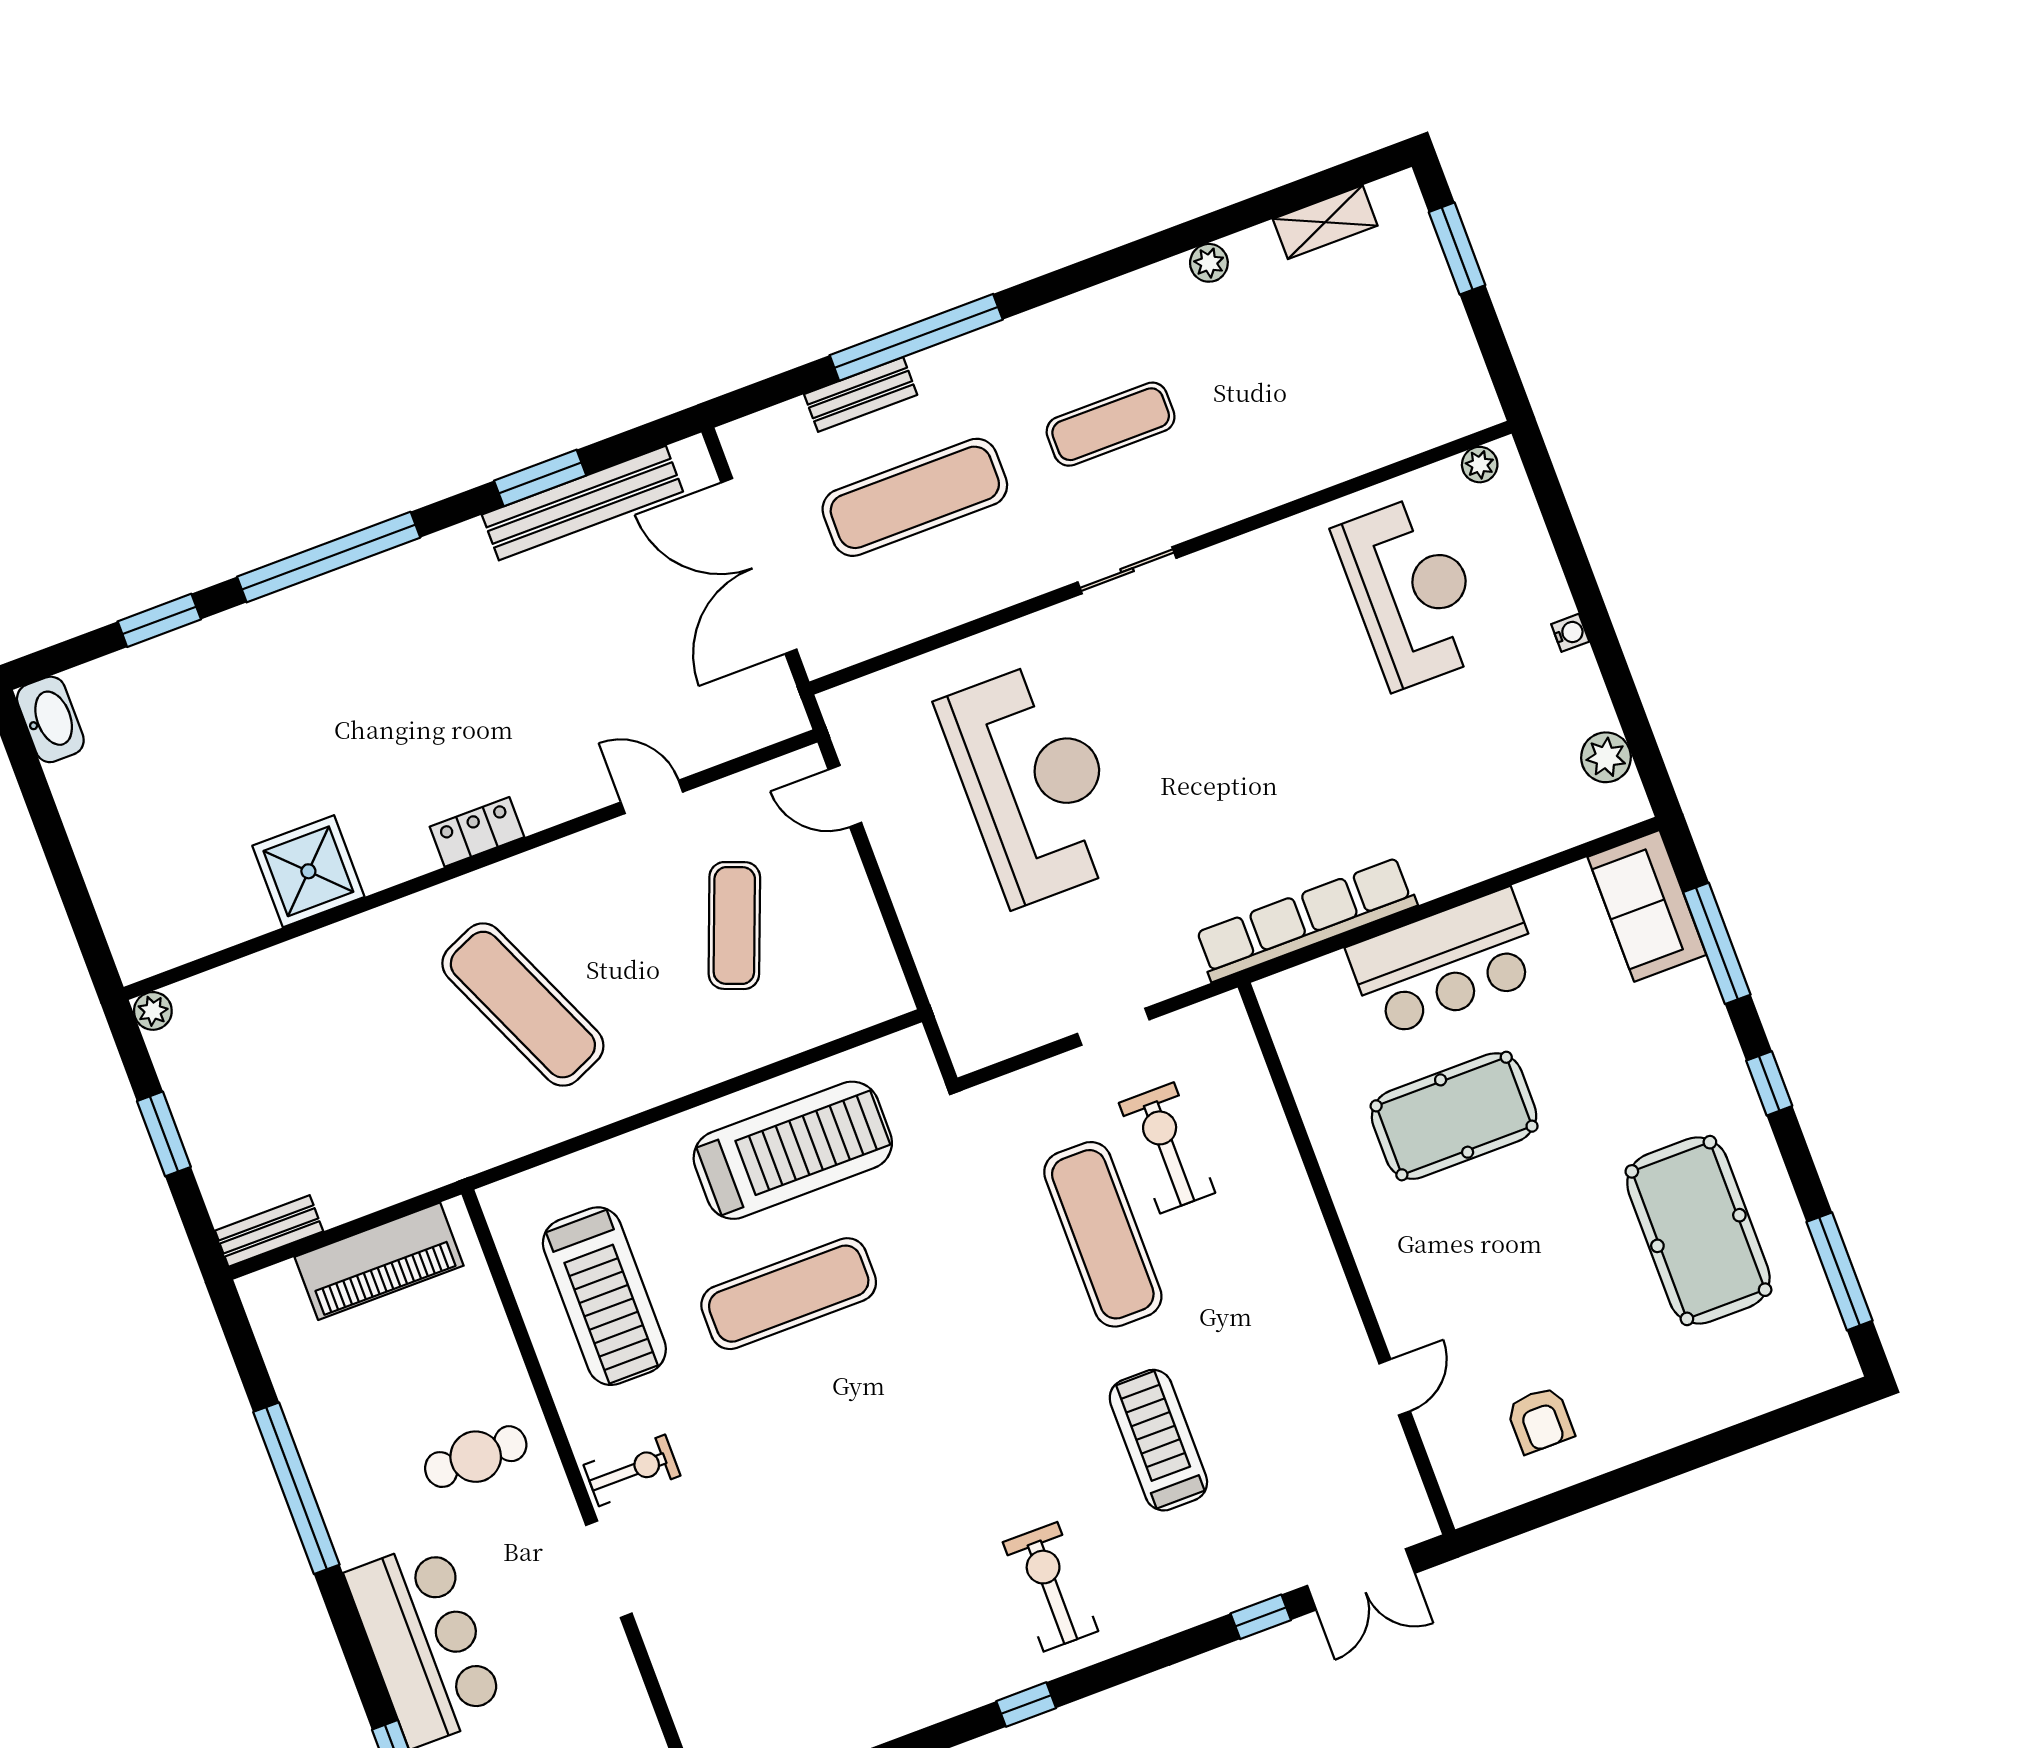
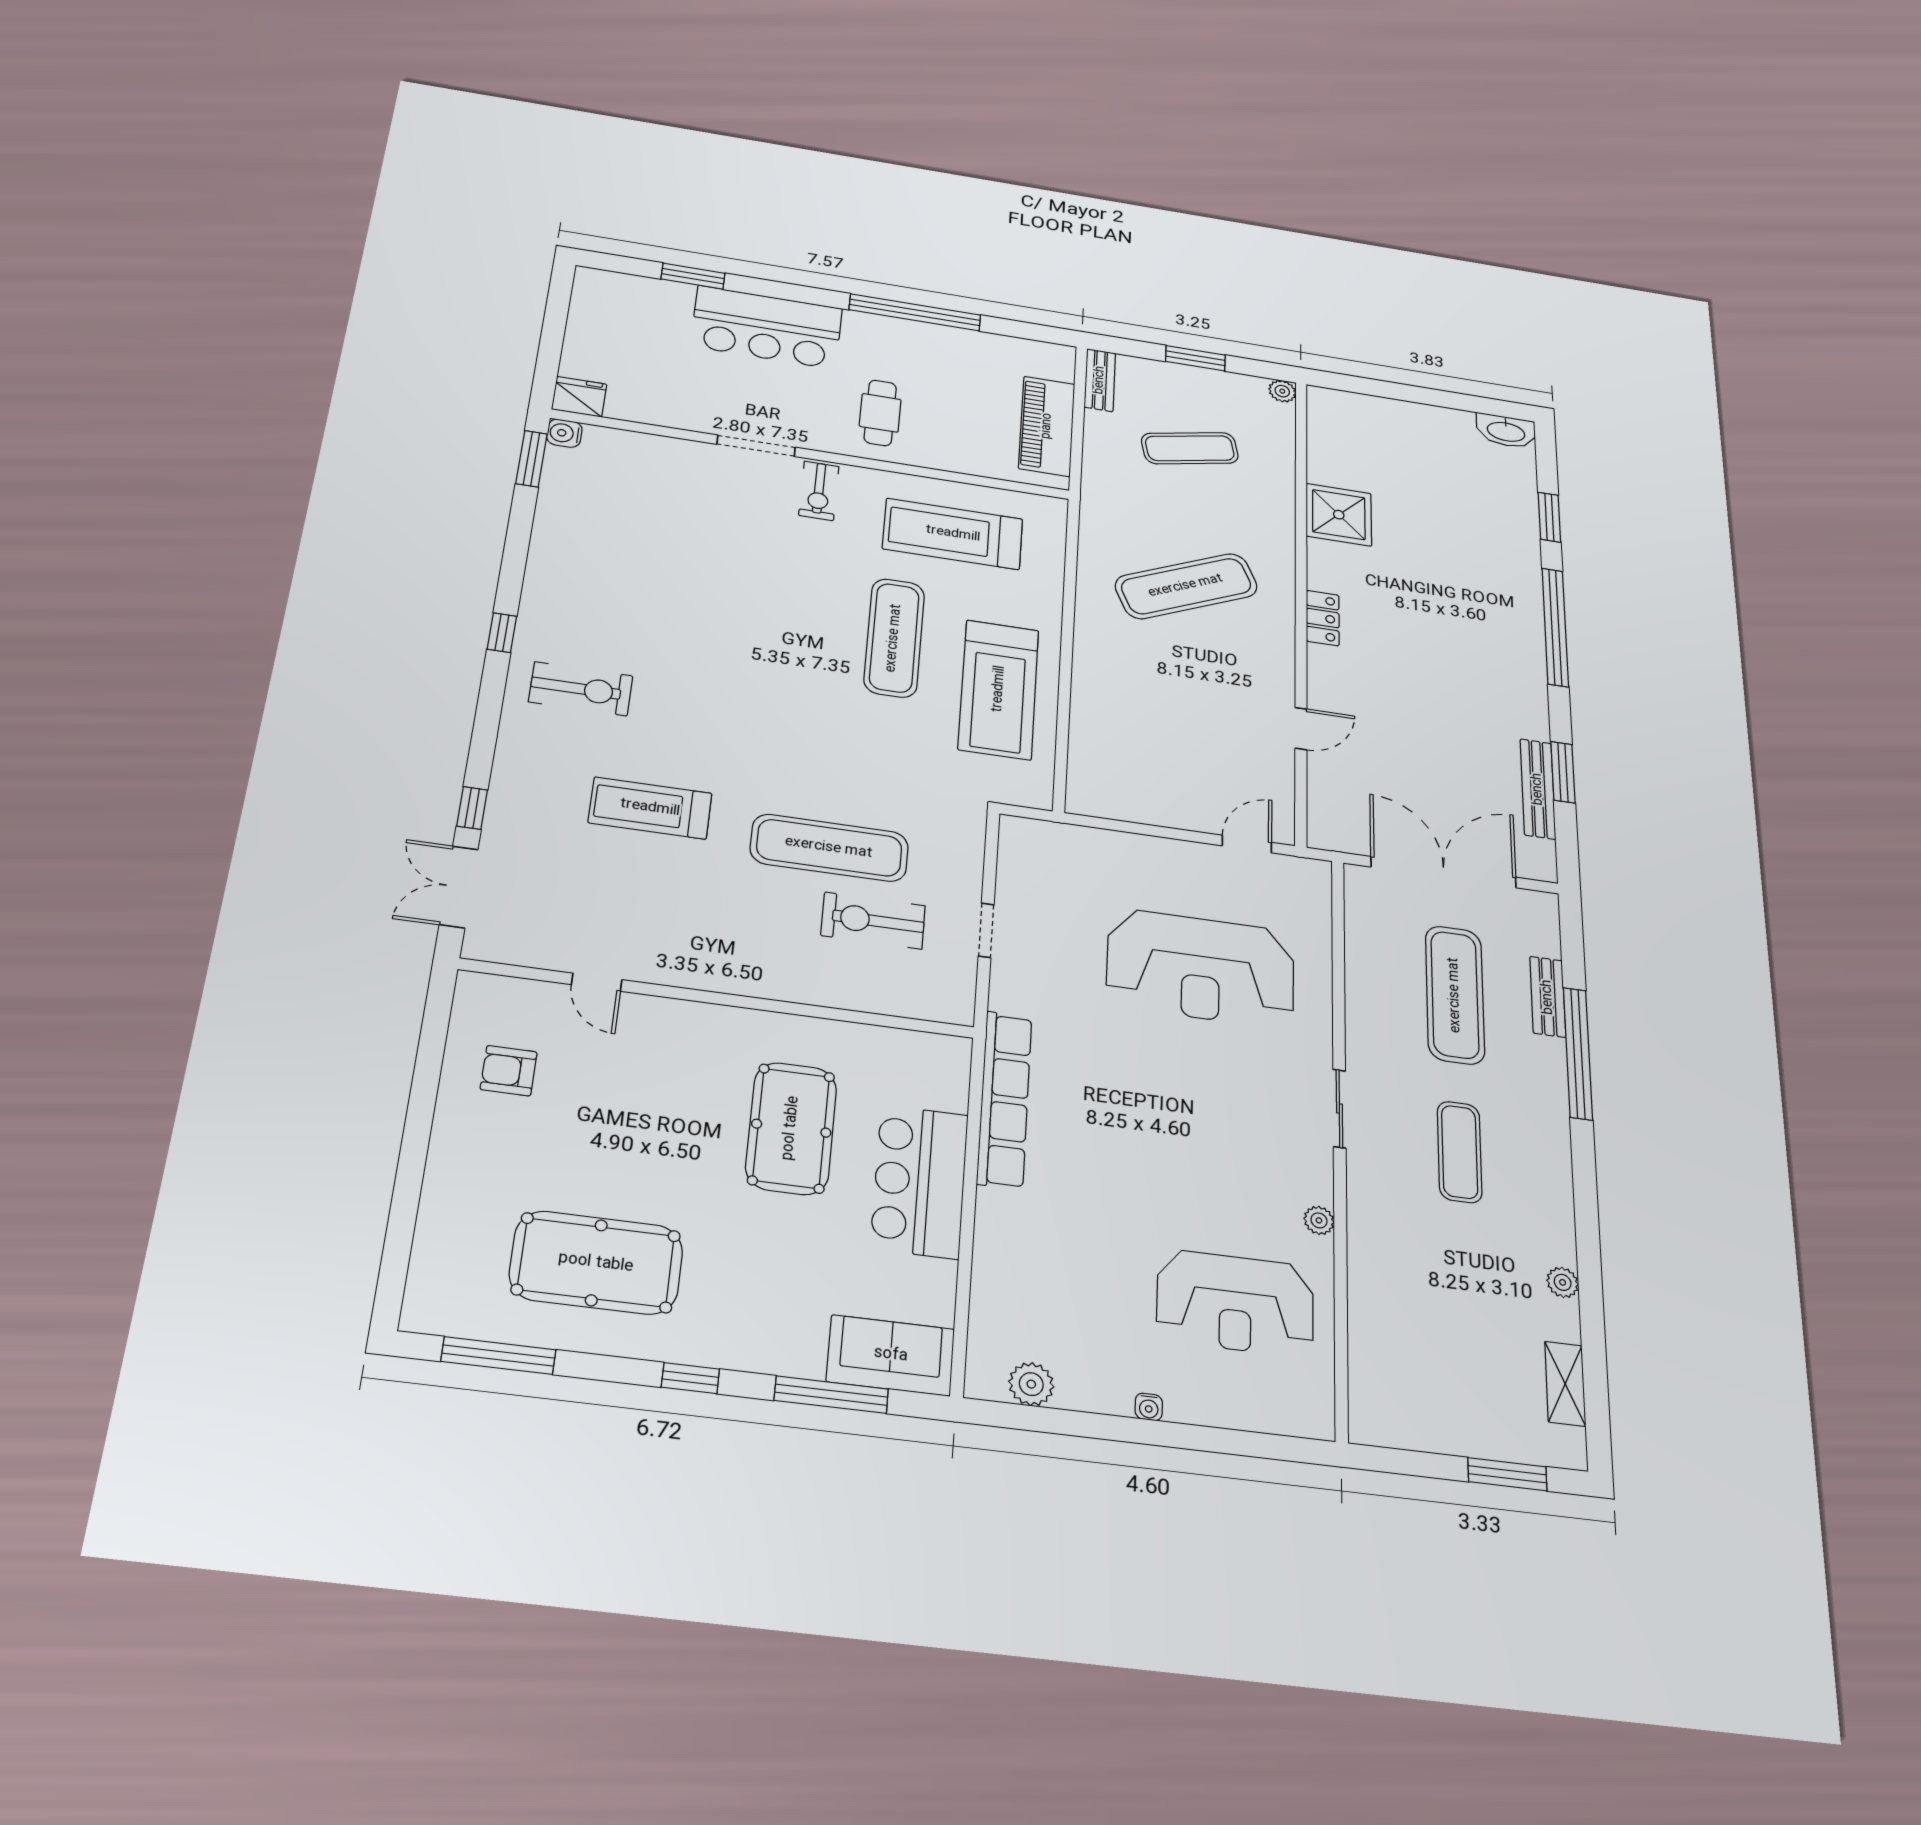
plant: (1480, 465) -> (1319, 1220), moved
bench: (582, 503) -> (1538, 789), width x0.73, depth x0.82
exercise mat: (734, 926) -> (1190, 448), moved, turned -33
exercise bike: (1167, 1148) -> (873, 921), turned 180
treadmill: (1158, 1440) -> (650, 808), turned 180

